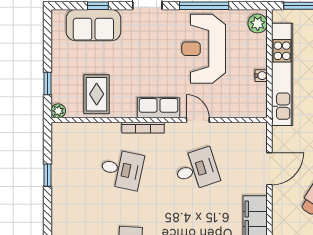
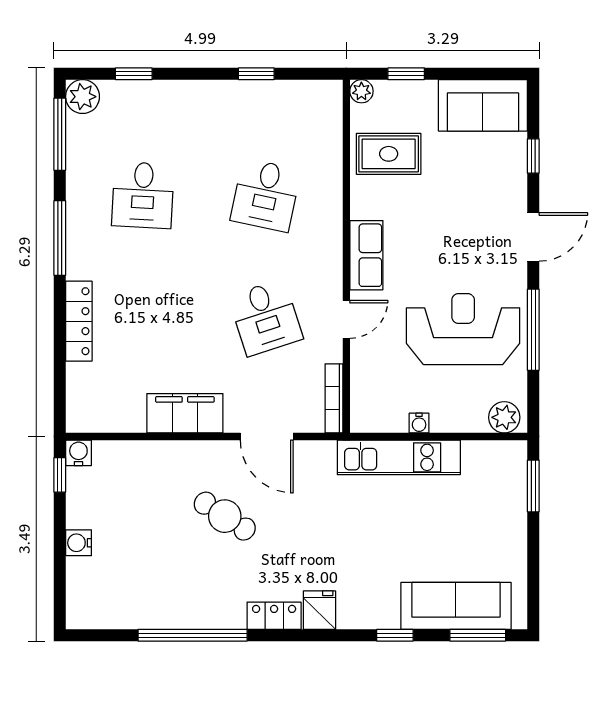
sofa: (93, 25) -> (483, 105), moved, turned -90
kitchen unit: (282, 74) -> (399, 457), width x0.73
bookcase: (143, 128) -> (334, 398), moved

